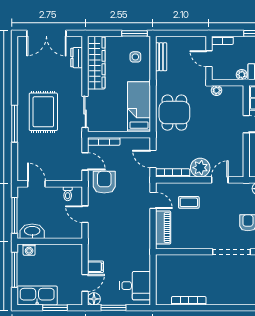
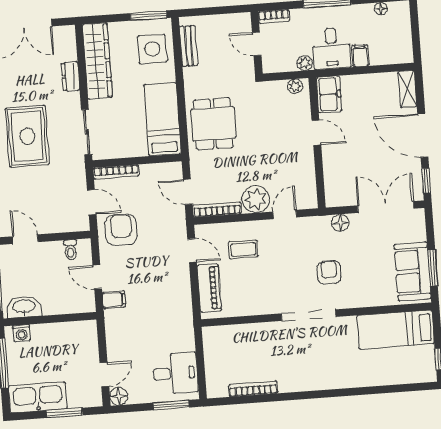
side table: (135, 57) -> (152, 49), width x1.87, depth x1.87
dresser: (77, 58) -> (71, 77), moved
plant: (217, 90) -> (295, 86), moved
filing cabinet: (96, 267) -> (114, 300), moved
window: (114, 308) -> (171, 405), moved

